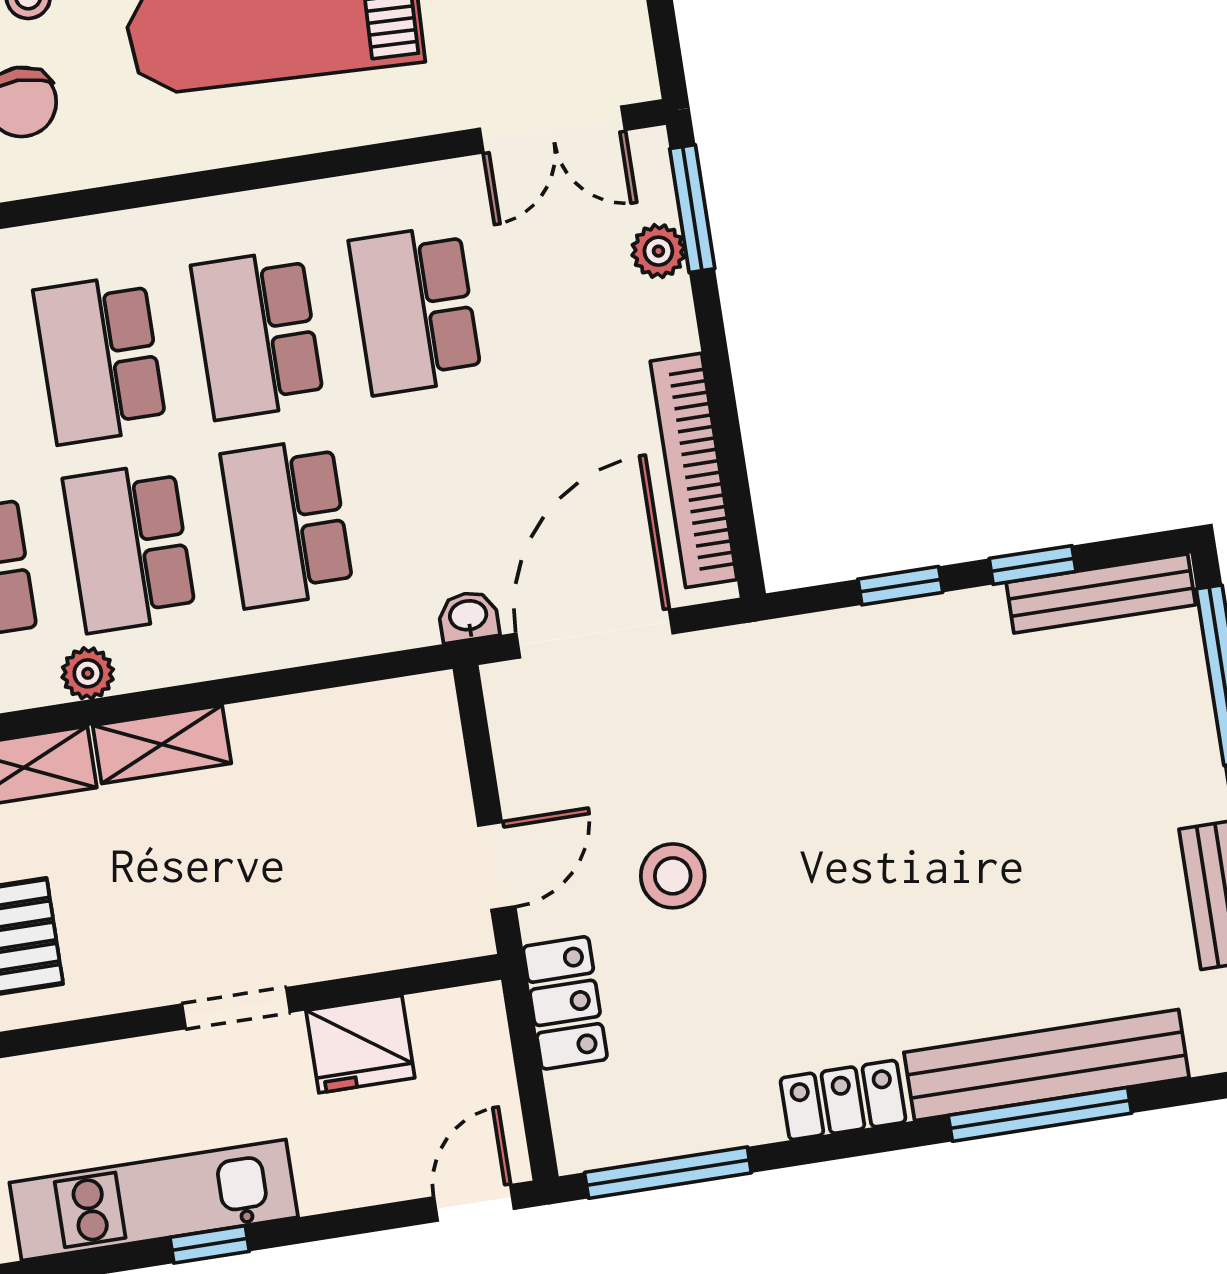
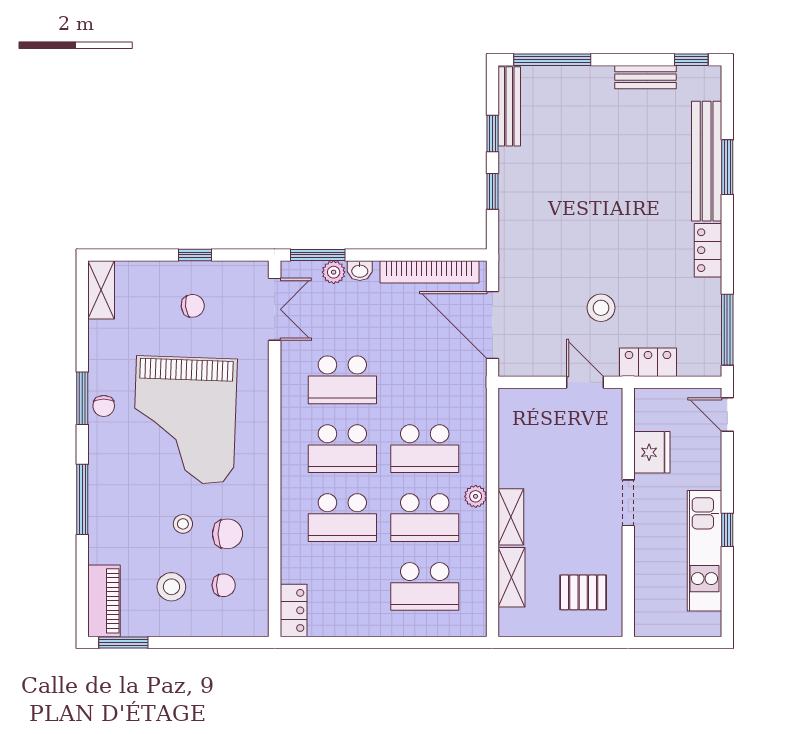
washbasin: (468, 617) -> (360, 271), moved, turned -90
plant: (88, 673) -> (476, 496), moved
window: (1040, 1114) -> (727, 167), width x0.69

